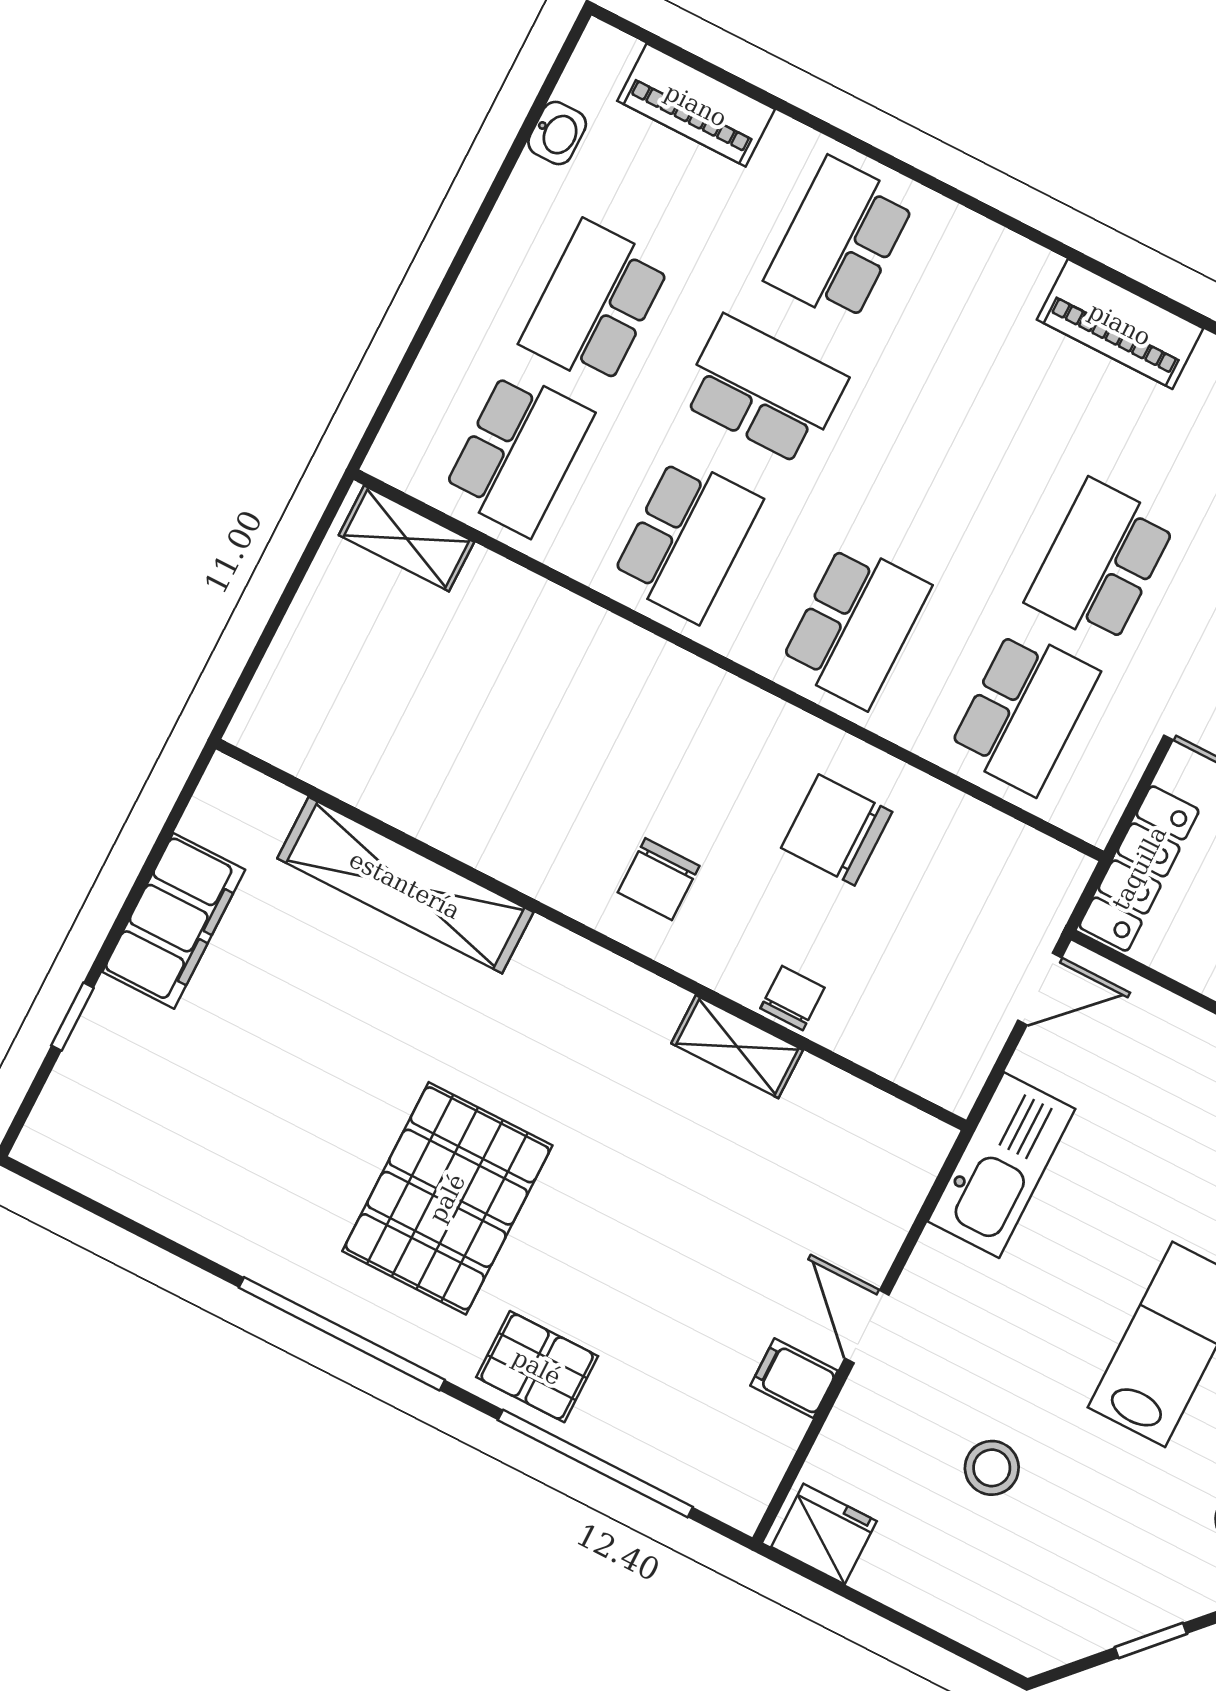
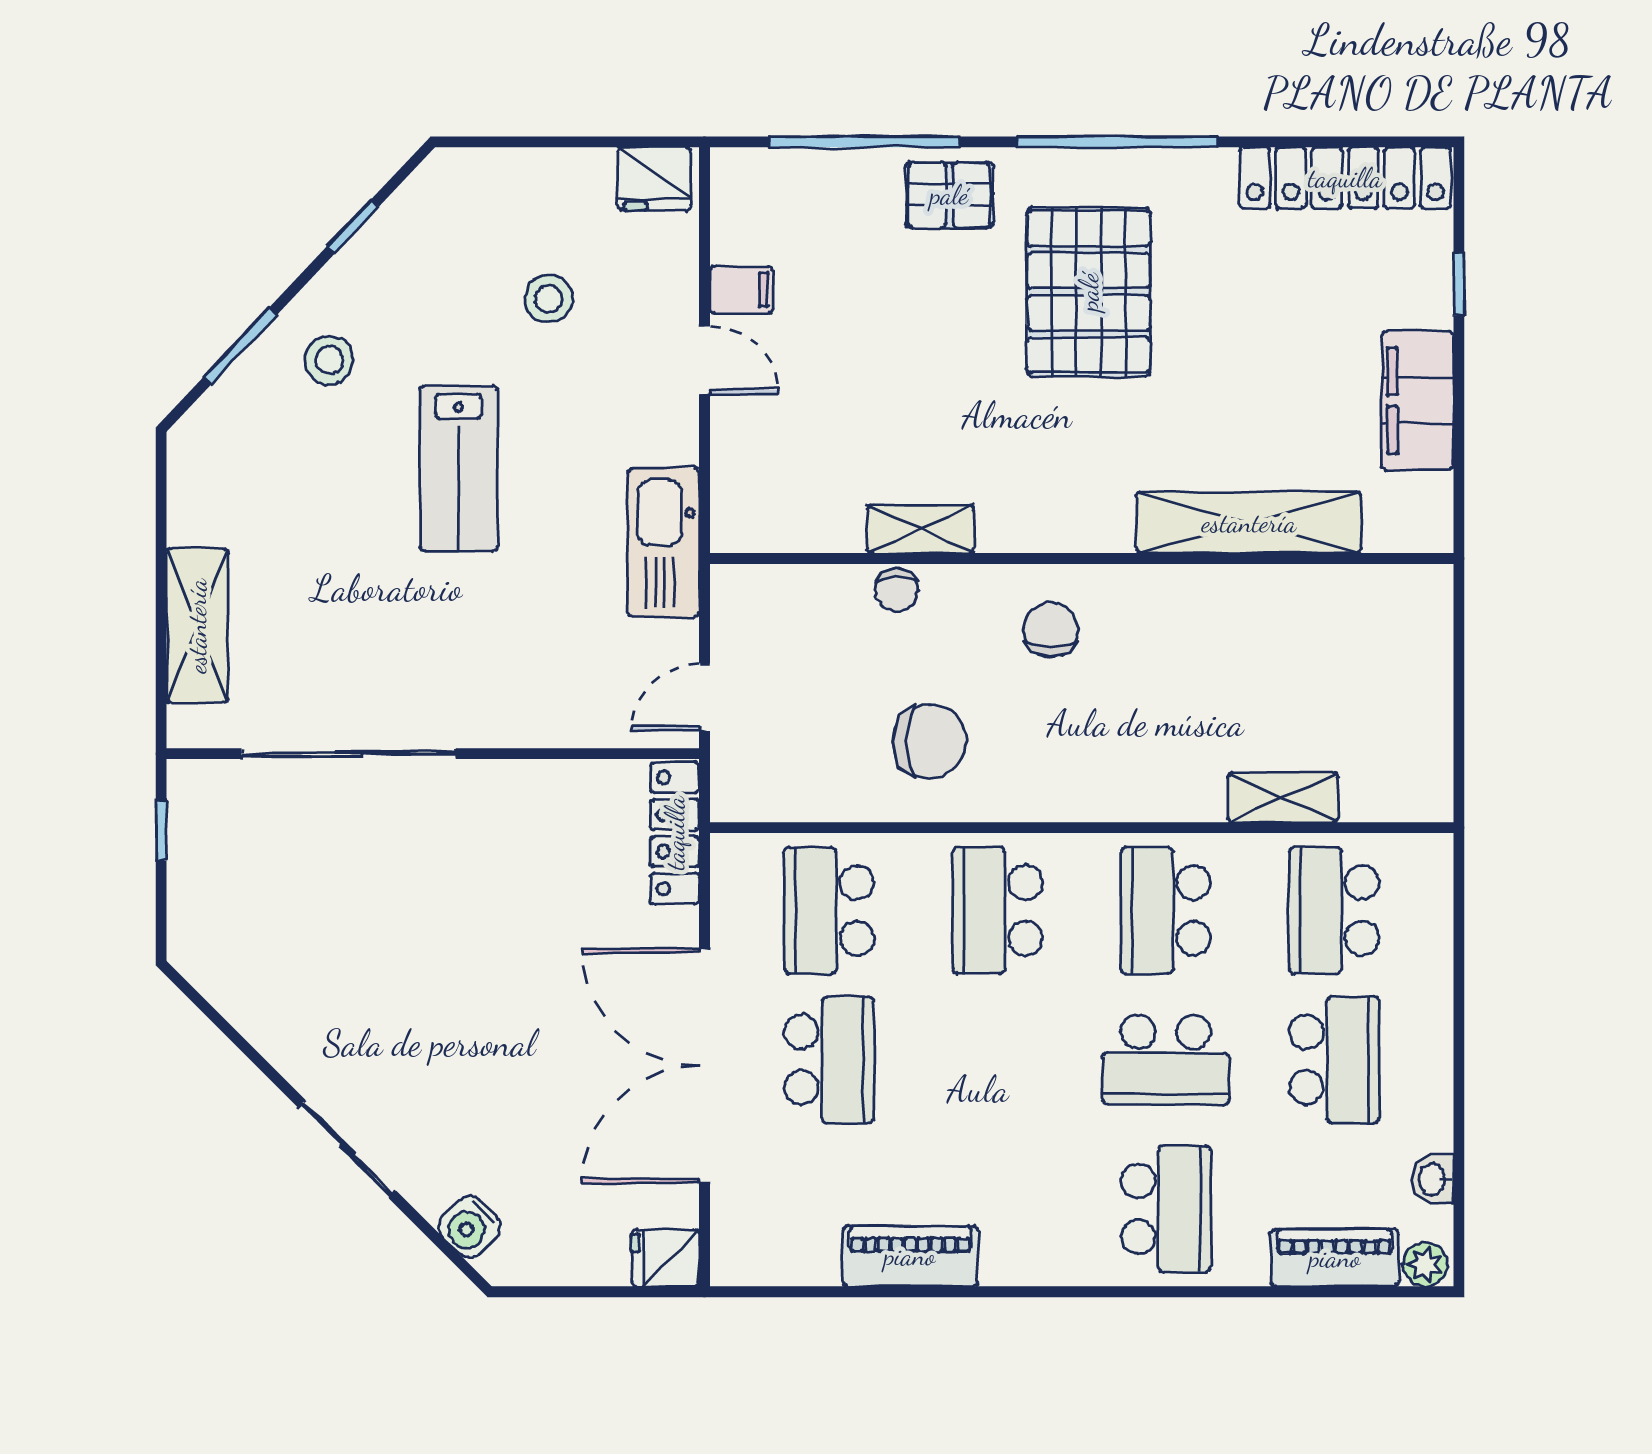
plant: (609, 52) -> (1425, 1264), added
shelving: (406, 538) -> (1283, 798), moved
locker: (132, 1181) -> (1345, 178), added

